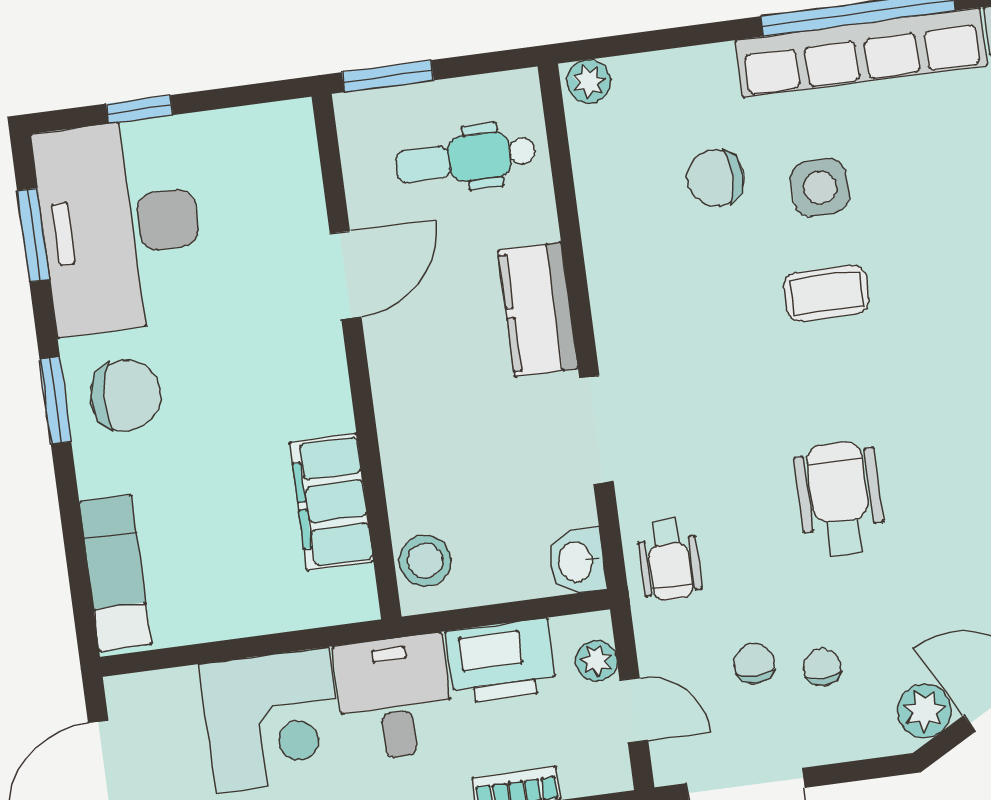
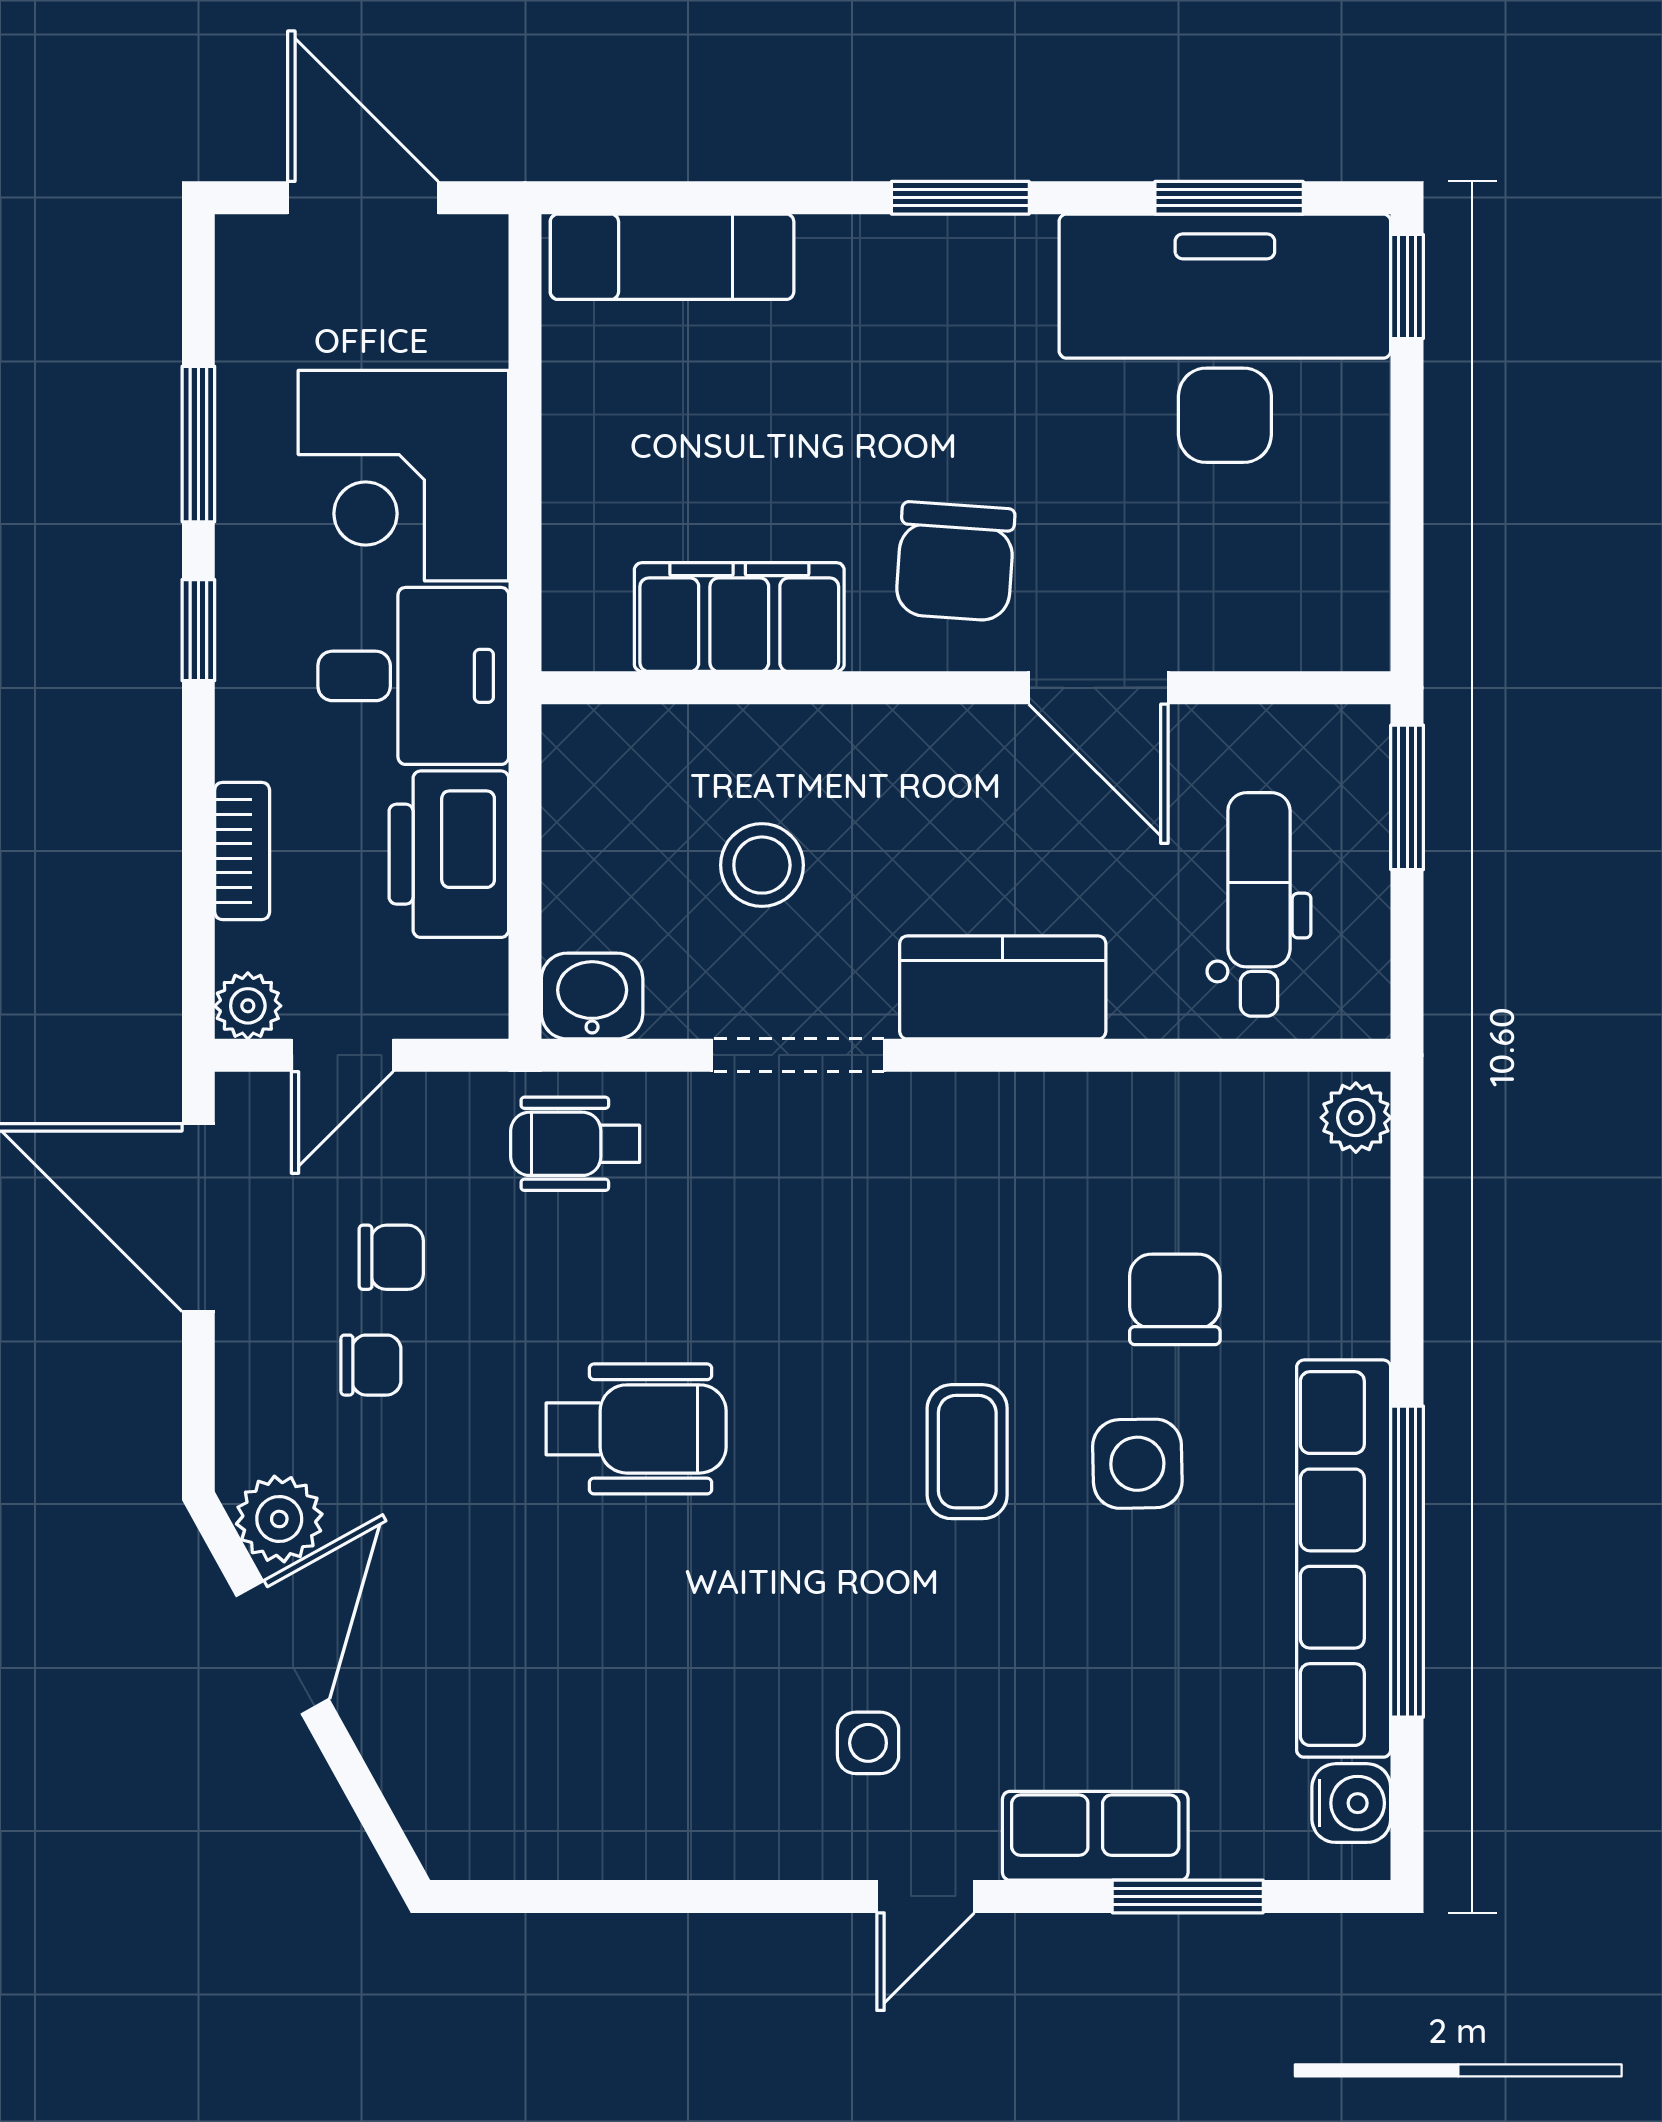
window: (139, 109) -> (1407, 287), moved
chair: (125, 396) -> (955, 562), moved
stool: (425, 561) -> (762, 865), moved
plant: (596, 661) -> (248, 1006), moved

